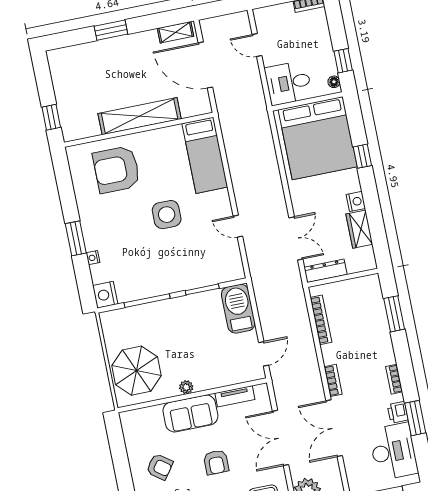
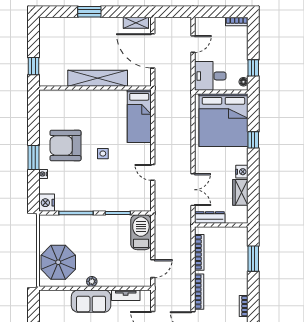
door: (257, 45) -> (193, 44), swing flipped
armchair: (116, 170) -> (65, 146), moved
side table: (167, 215) -> (103, 154), width x0.54, depth x0.54
bookcase: (333, 380) -> (199, 292), width x1.56

